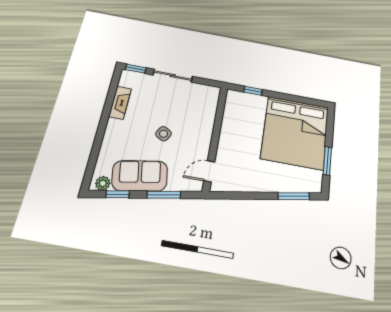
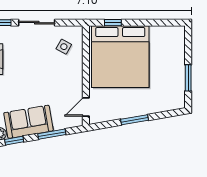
bed: (295, 132) -> (120, 57), moved
side table: (163, 134) -> (64, 47), moved
window: (294, 196) -> (135, 120), moved

